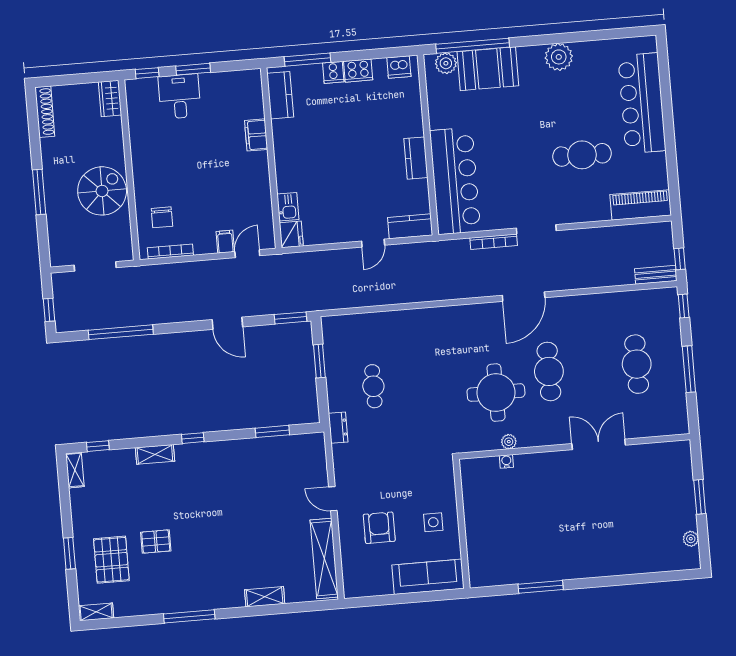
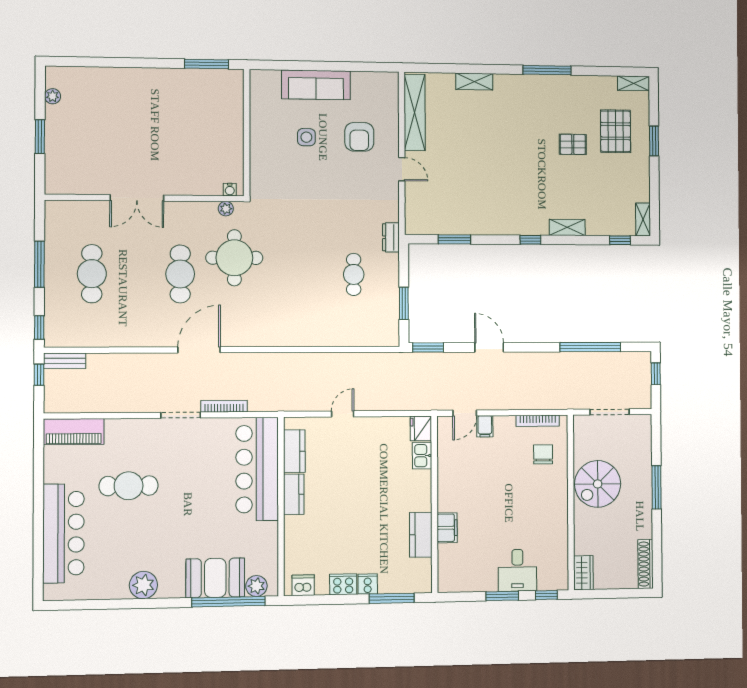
kitchen counter: (280, 95) -> (421, 535), moved
kitchen counter: (410, 226) -> (294, 451), moved, turned -90
wall: (462, 524) -> (247, 133), moved

